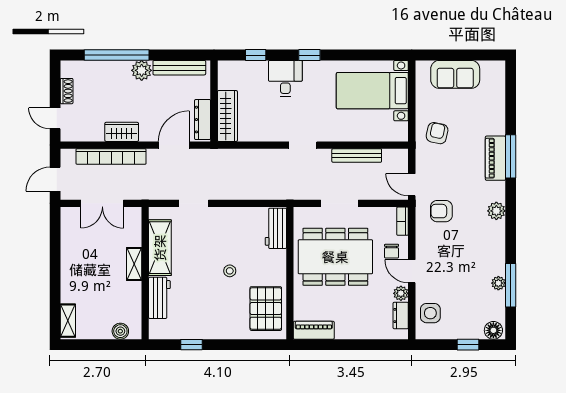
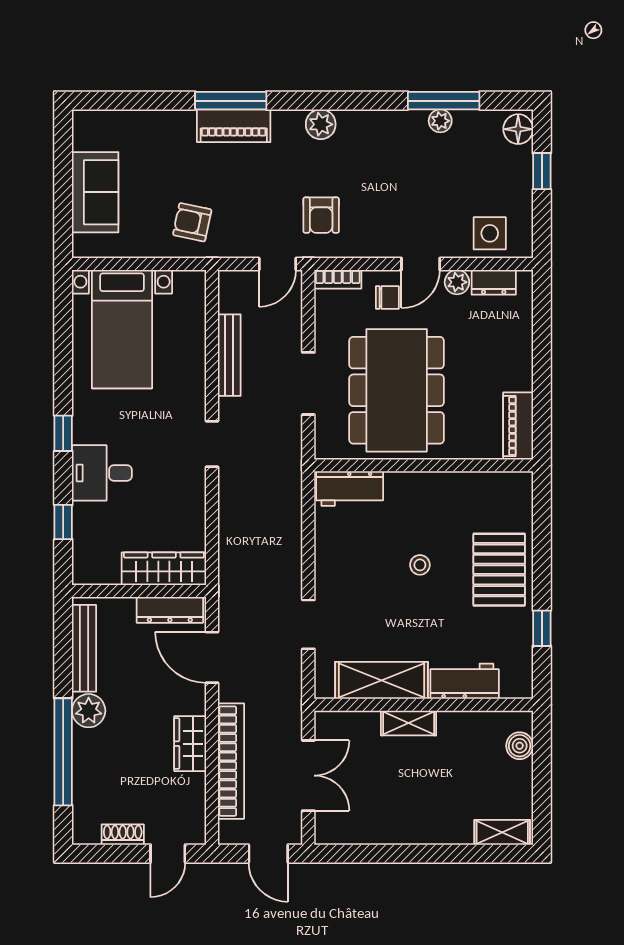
pallet: (266, 309) -> (499, 570), moved, turned 90

